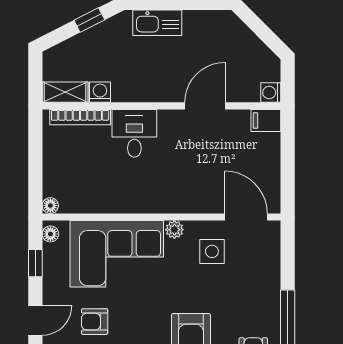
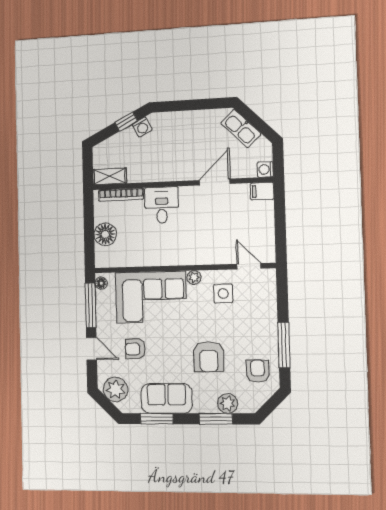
kitchen sink: (157, 23) -> (241, 129), moved, turned 45
washing machine: (100, 92) -> (142, 127), moved, turned 153
floor lamp: (50, 206) -> (105, 234), moved, width x1.89, depth x1.89
door: (246, 217) -> (249, 266), width x0.73
window: (35, 263) -> (91, 305), width x2.17
door: (35, 320) -> (92, 349), hinge flipped

